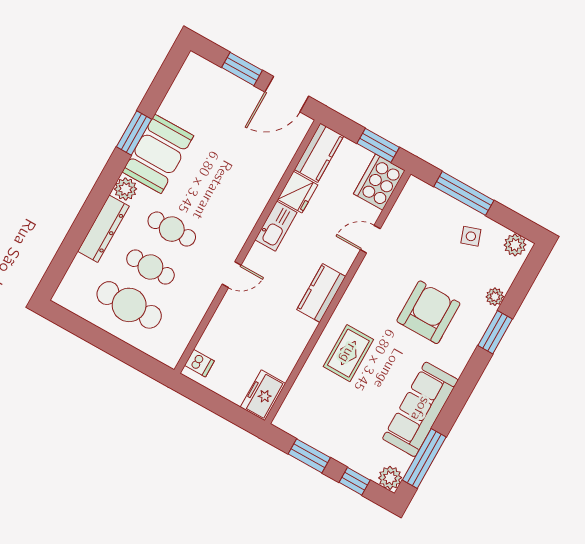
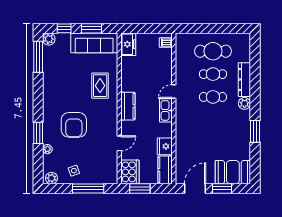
booth: (158, 154) -> (233, 172), moved, turned 90
kitchen sink: (276, 226) -> (166, 110), moved
sofa: (420, 409) -> (94, 43), moved, turned 90

